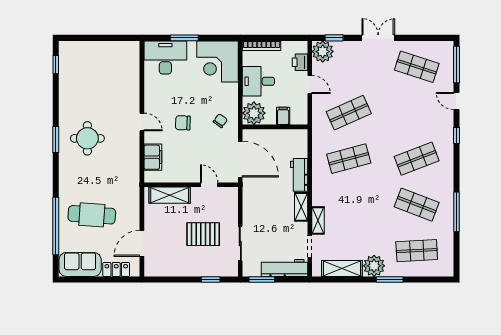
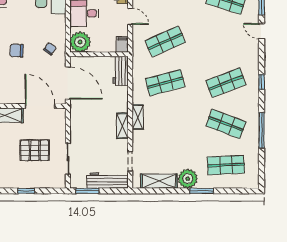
filing cabinet: (283, 116) -> (122, 44), moved
window: (457, 136) -> (262, 82), moved
workbench: (299, 175) -> (121, 71), moved
door: (209, 185) -> (40, 106), width x1.88
shelving: (318, 220) -> (138, 117), moved
window: (211, 279) -> (26, 191), moved

